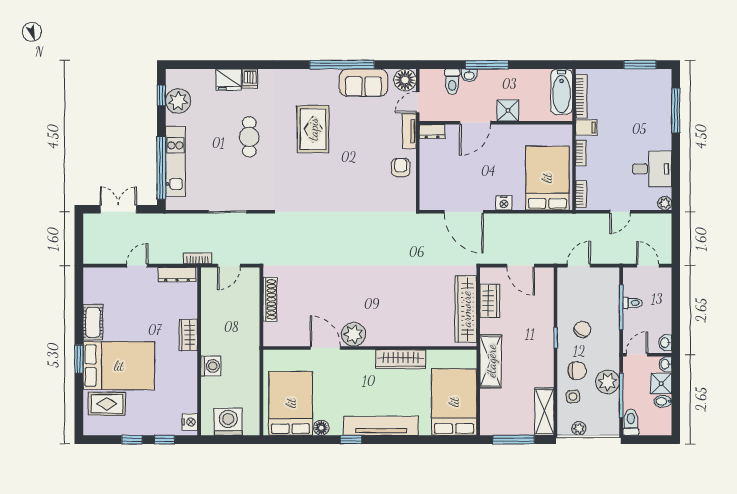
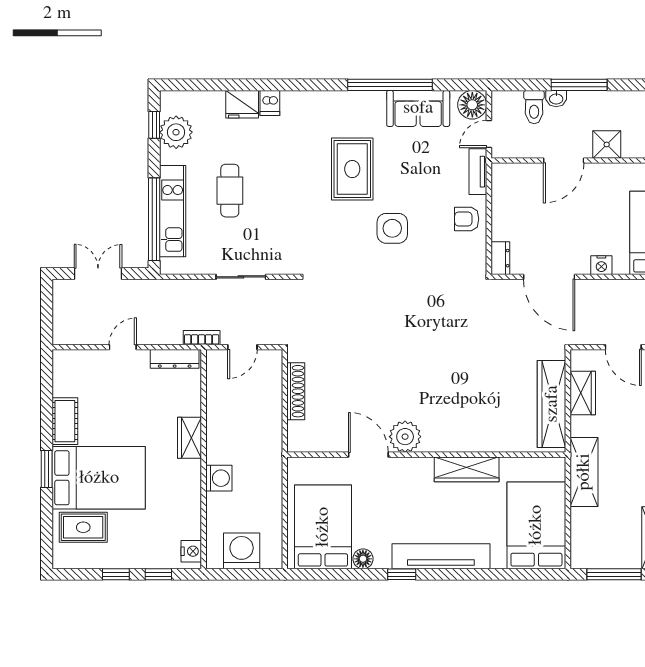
dresser: (432, 132) -> (500, 258), moved, turned -90
cafe table: (249, 137) -> (230, 191), moved
armchair: (401, 167) -> (467, 219), turned -90
side table: (344, 175) -> (392, 228), added

